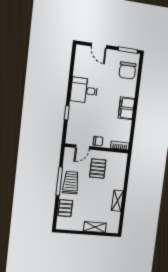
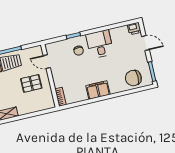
door: (99, 46) -> (145, 43), swing flipped
printer: (81, 51) -> (134, 29), added
chair: (98, 141) -> (79, 51), moved

